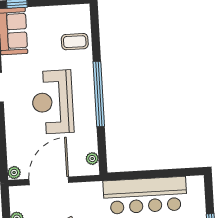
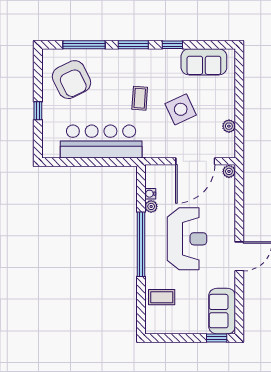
water cooler: (92, 146) -> (150, 194), added
plant: (92, 159) -> (151, 206), moved

